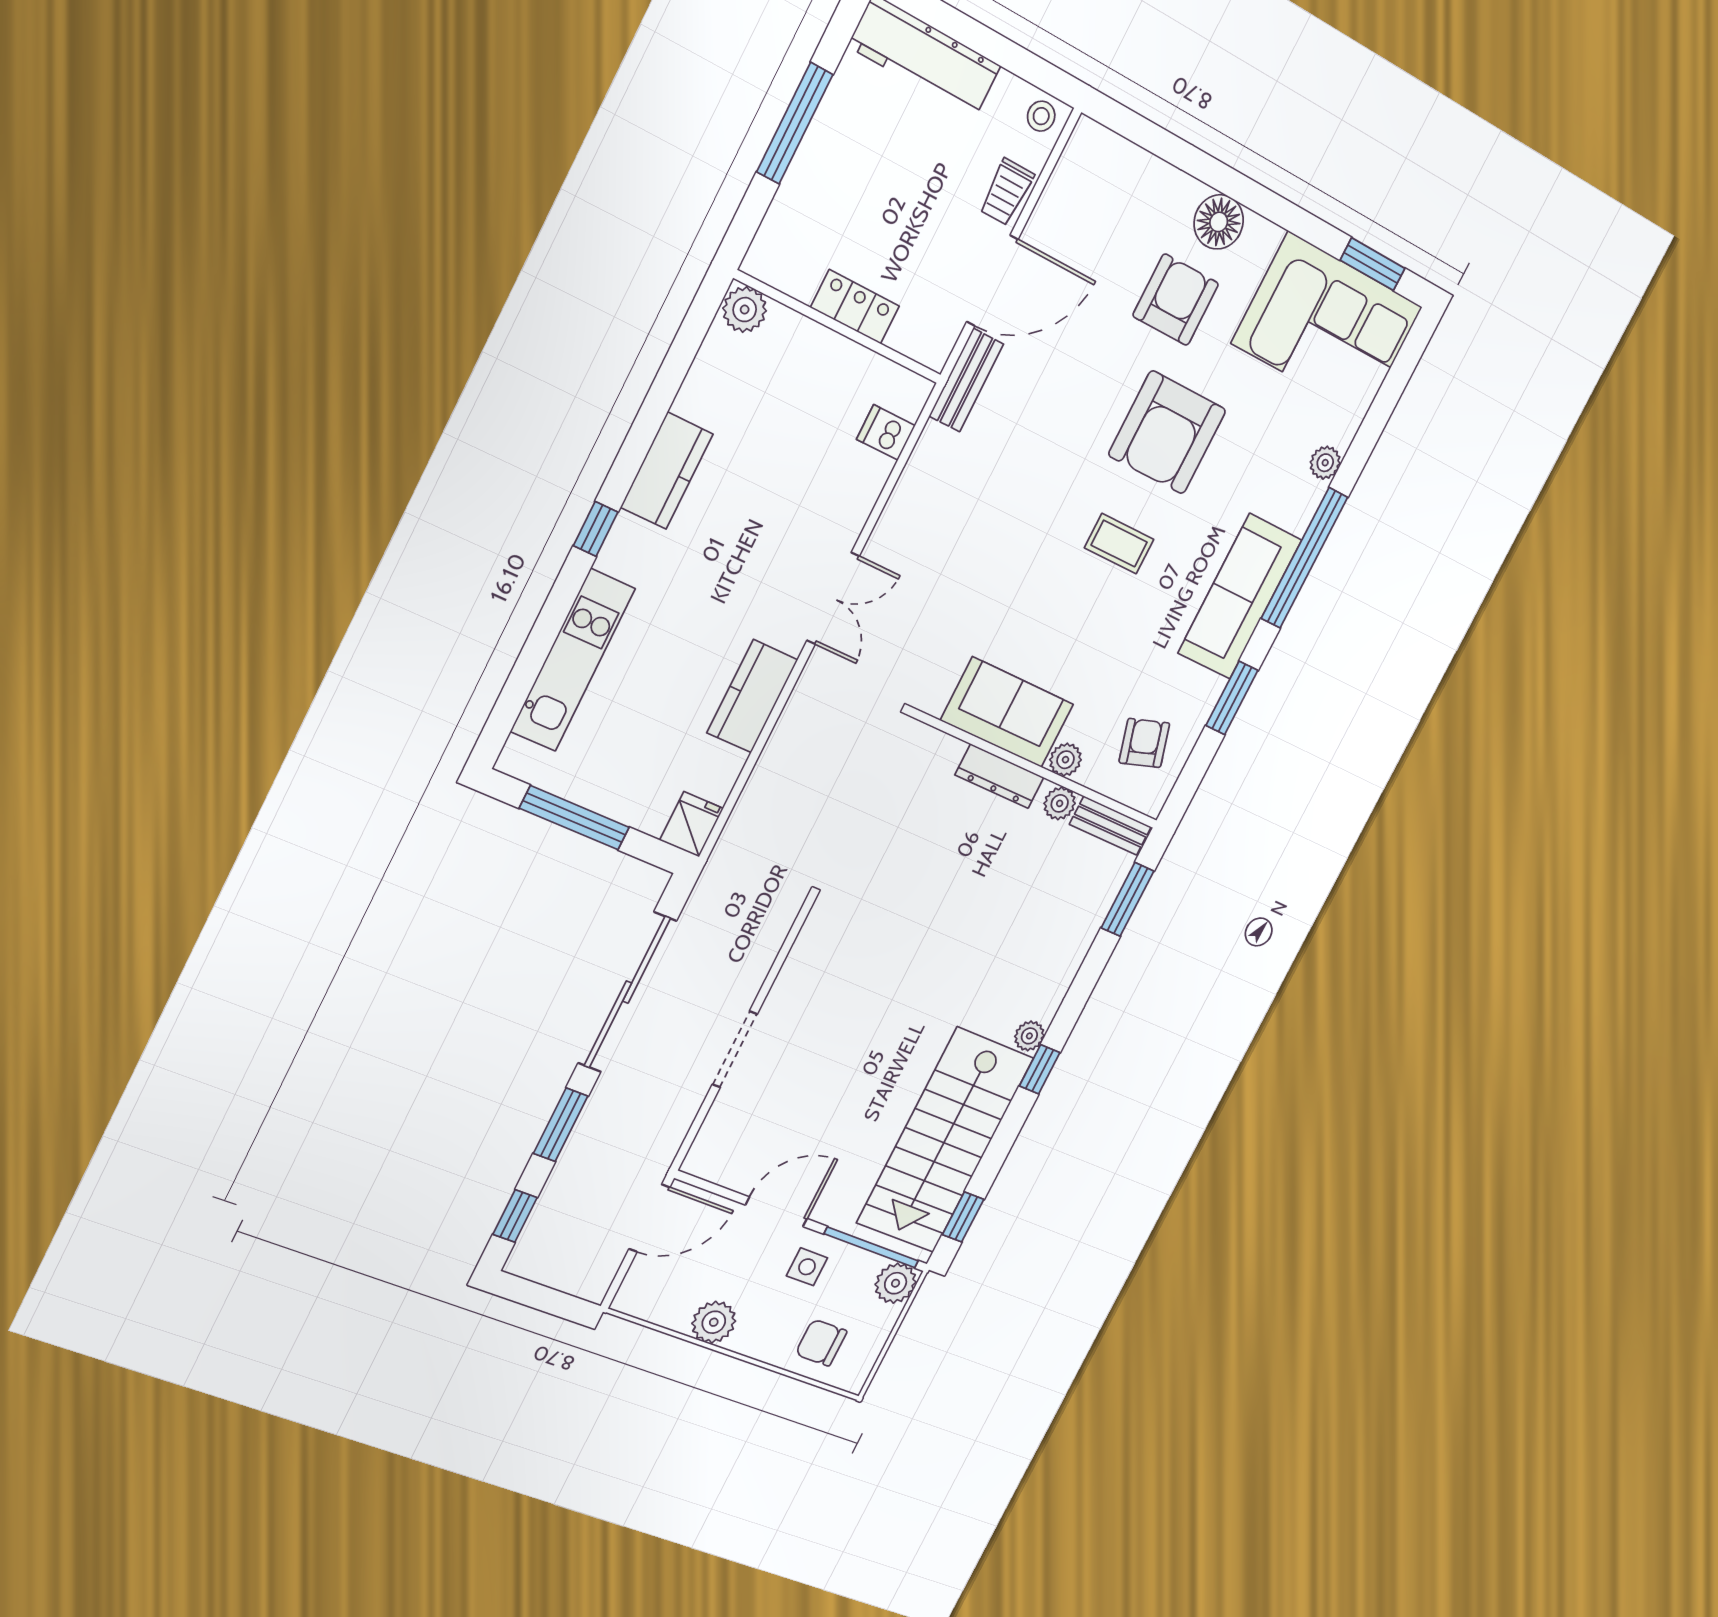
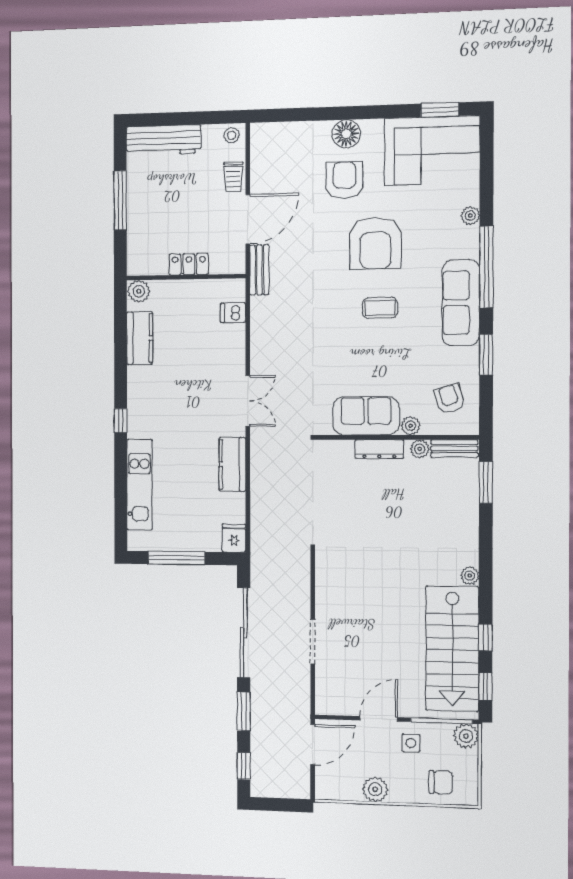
kitchen counter: (667, 471) -> (140, 338), moved
window: (1040, 1069) -> (485, 638), moved
chair: (821, 1343) -> (441, 782), turned 180

